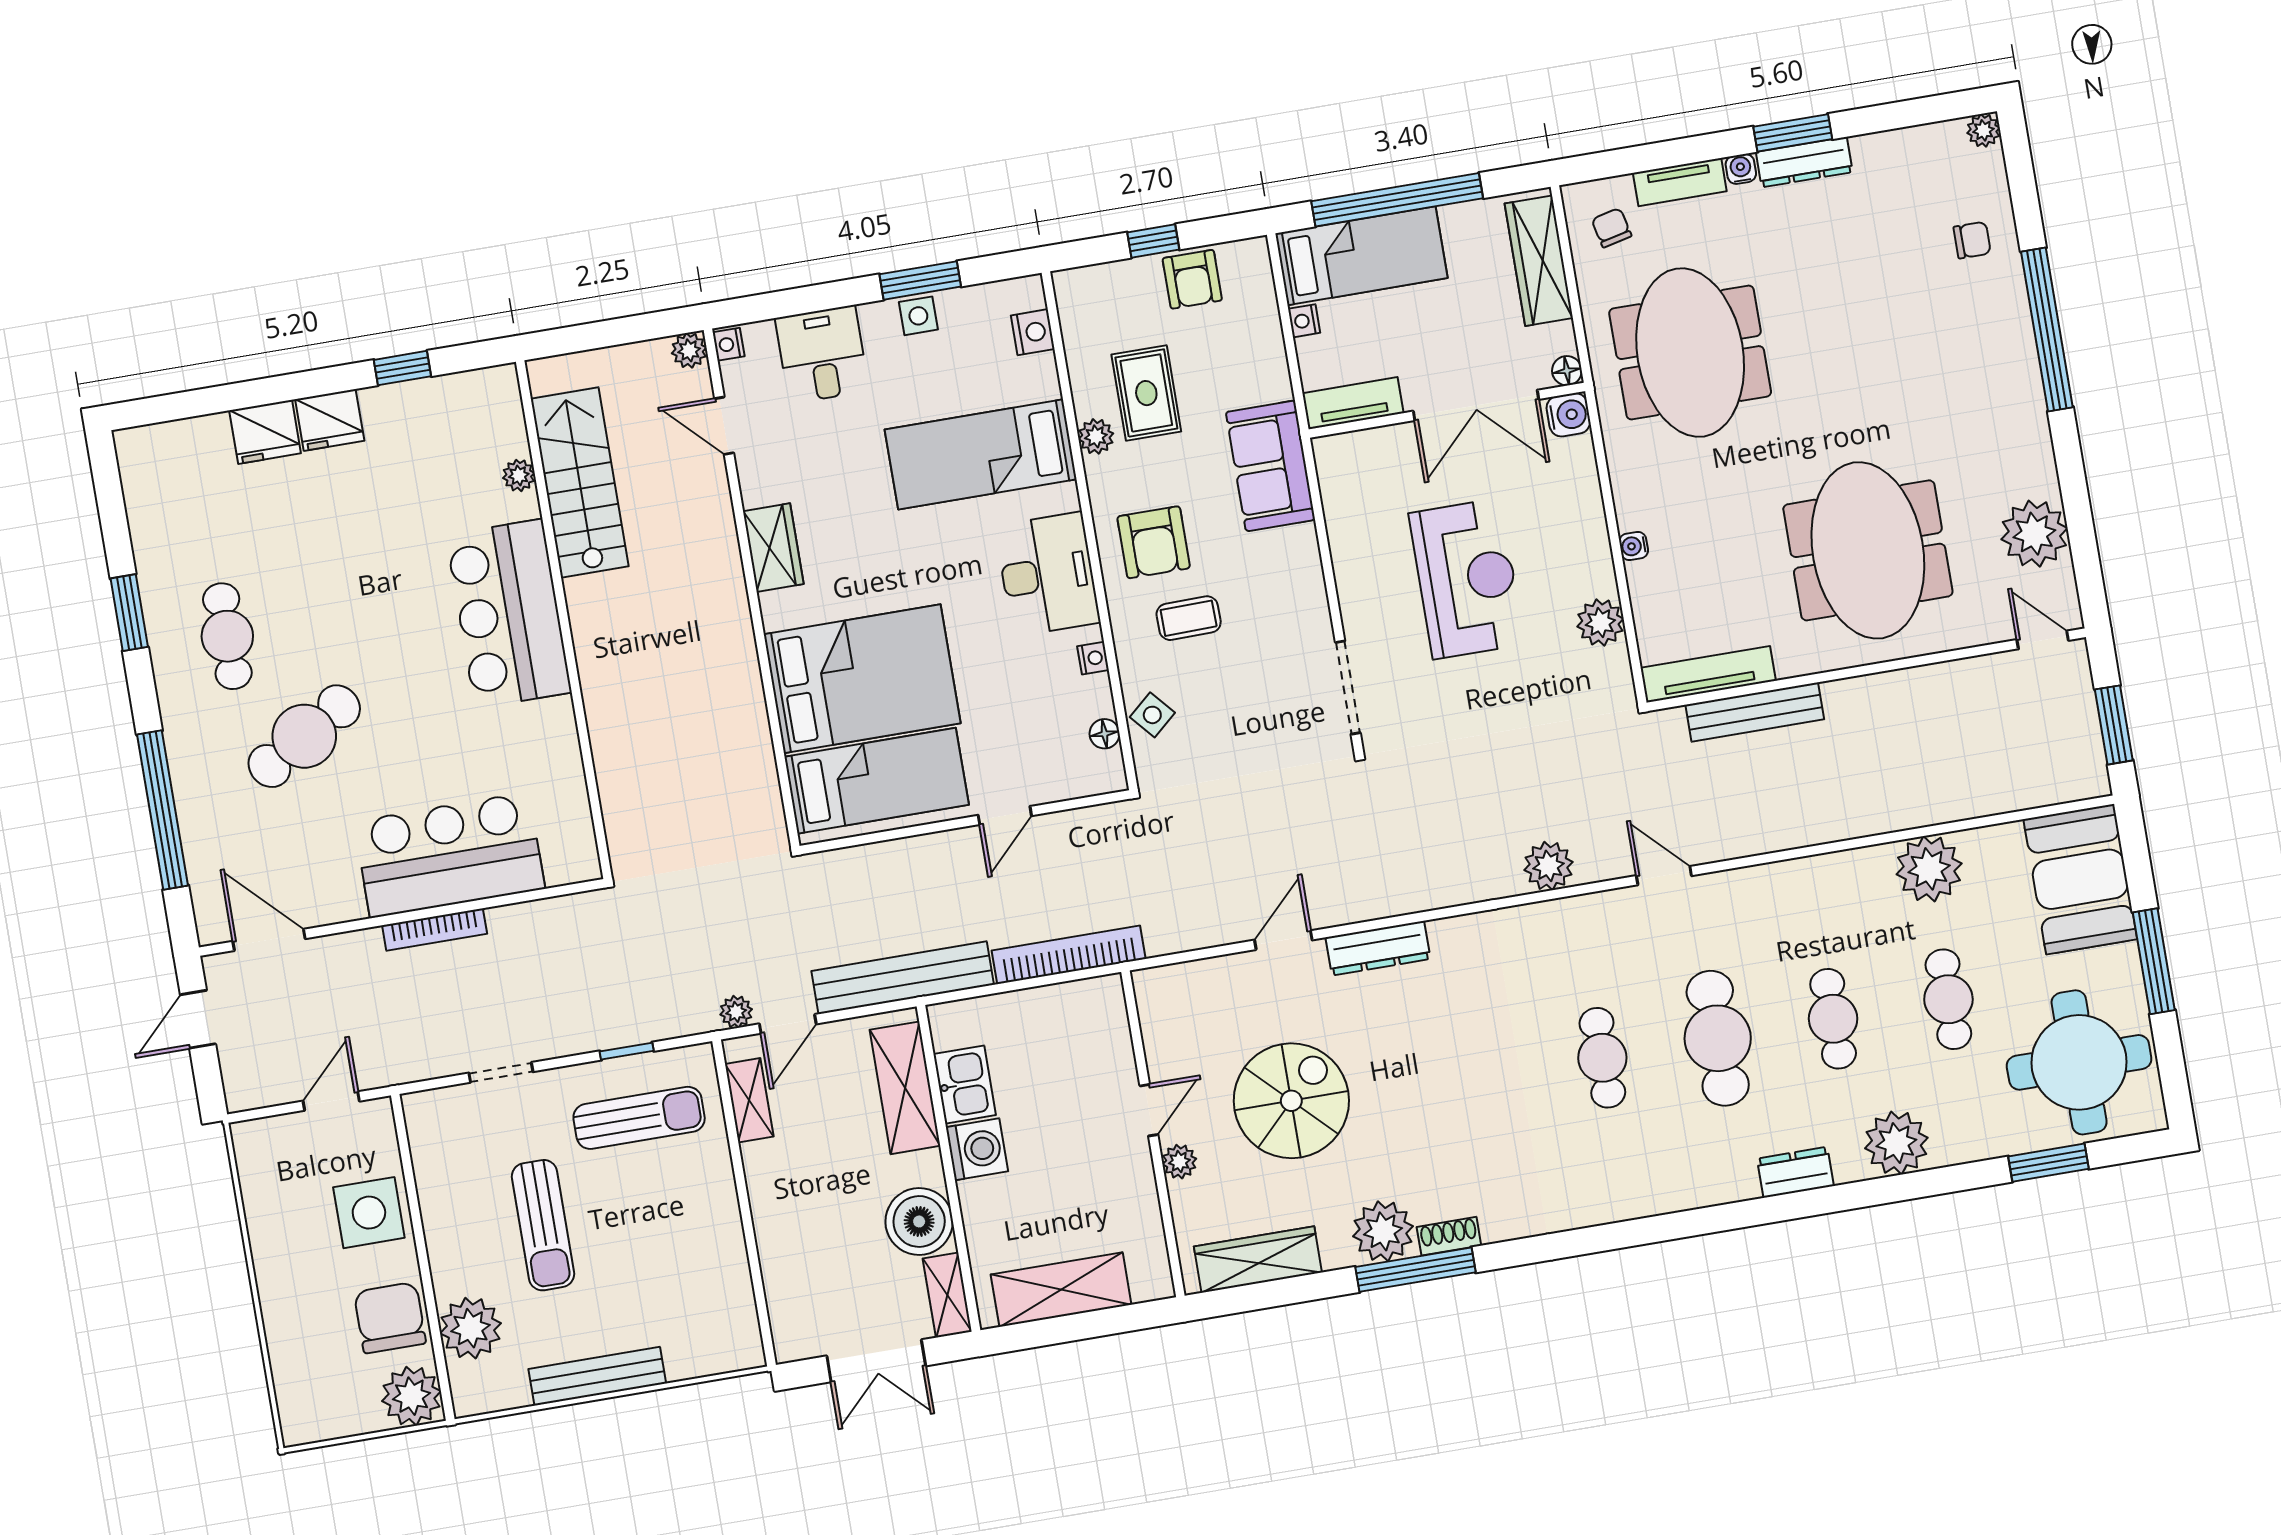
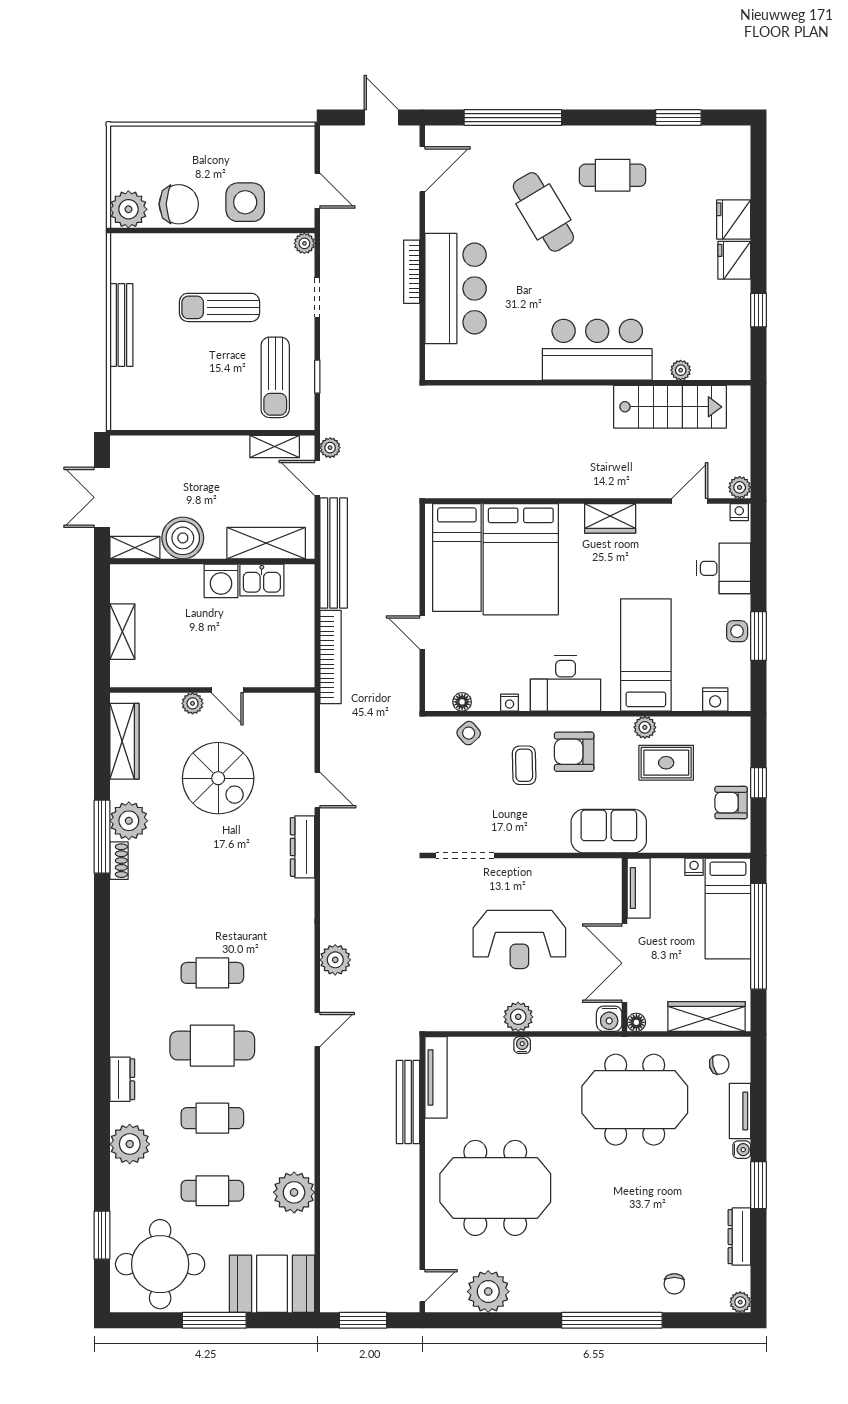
dresser: (1804, 162) -> (739, 1237), moved
window: (129, 613) -> (678, 118), moved
plant: (1600, 623) -> (518, 1017), moved
shelving: (1061, 1290) -> (122, 632), width x0.67, depth x0.75
plant: (470, 1328) -> (304, 243), moved, width x0.53, depth x0.53

